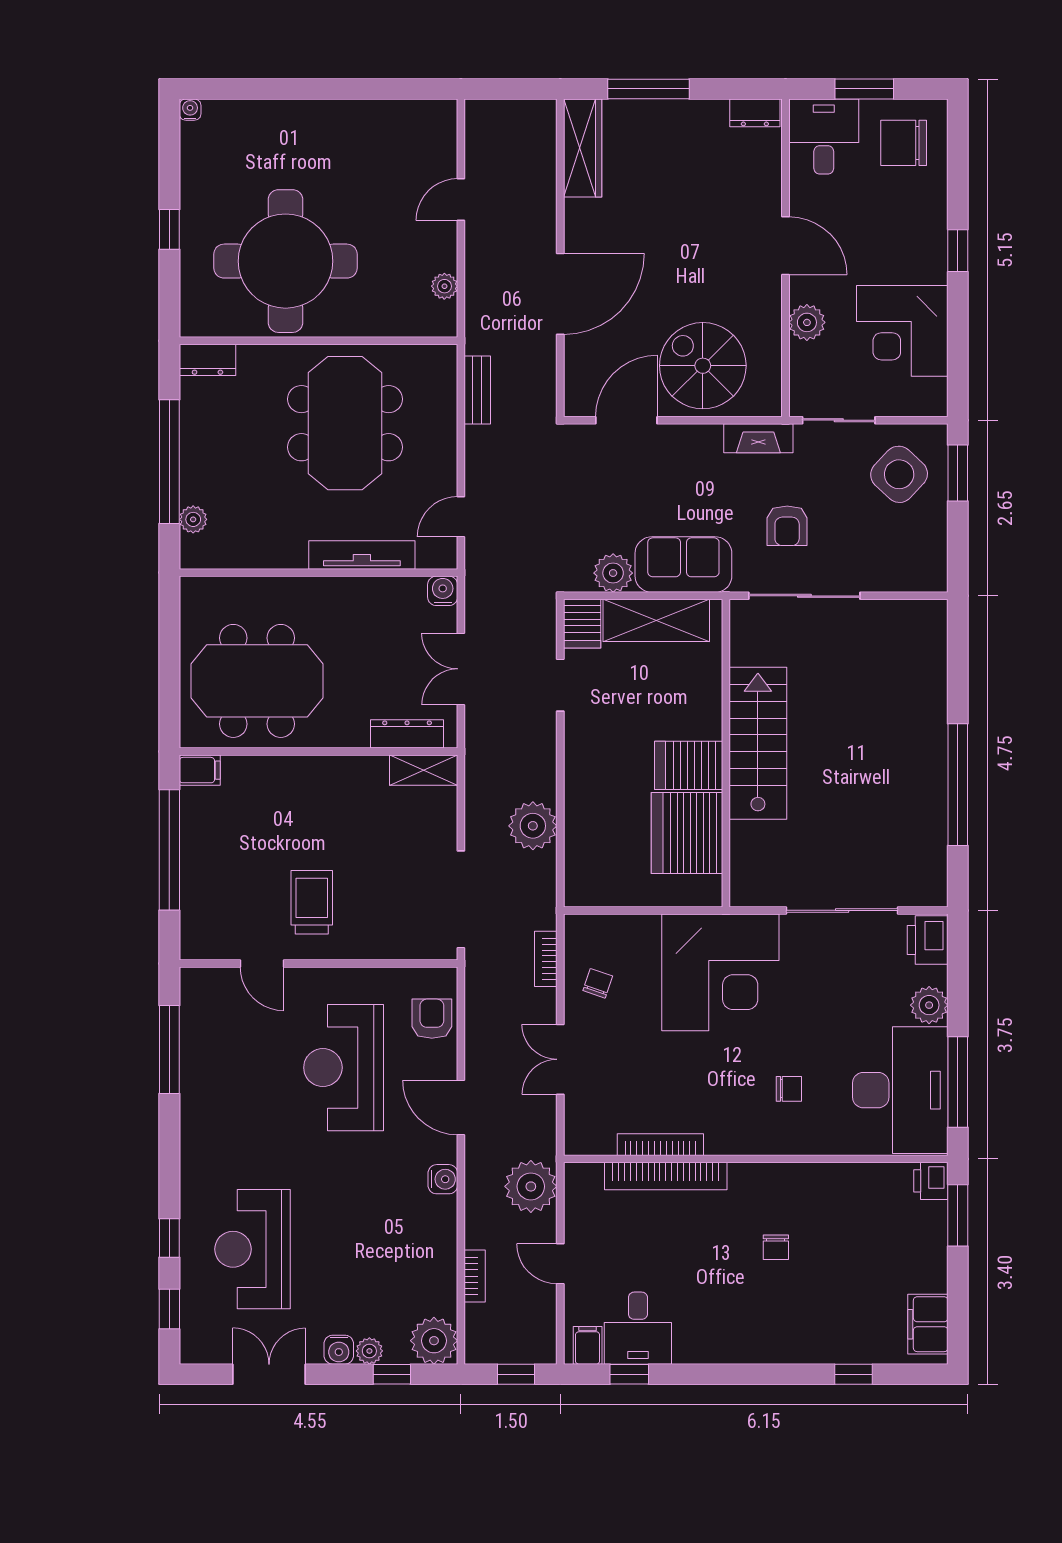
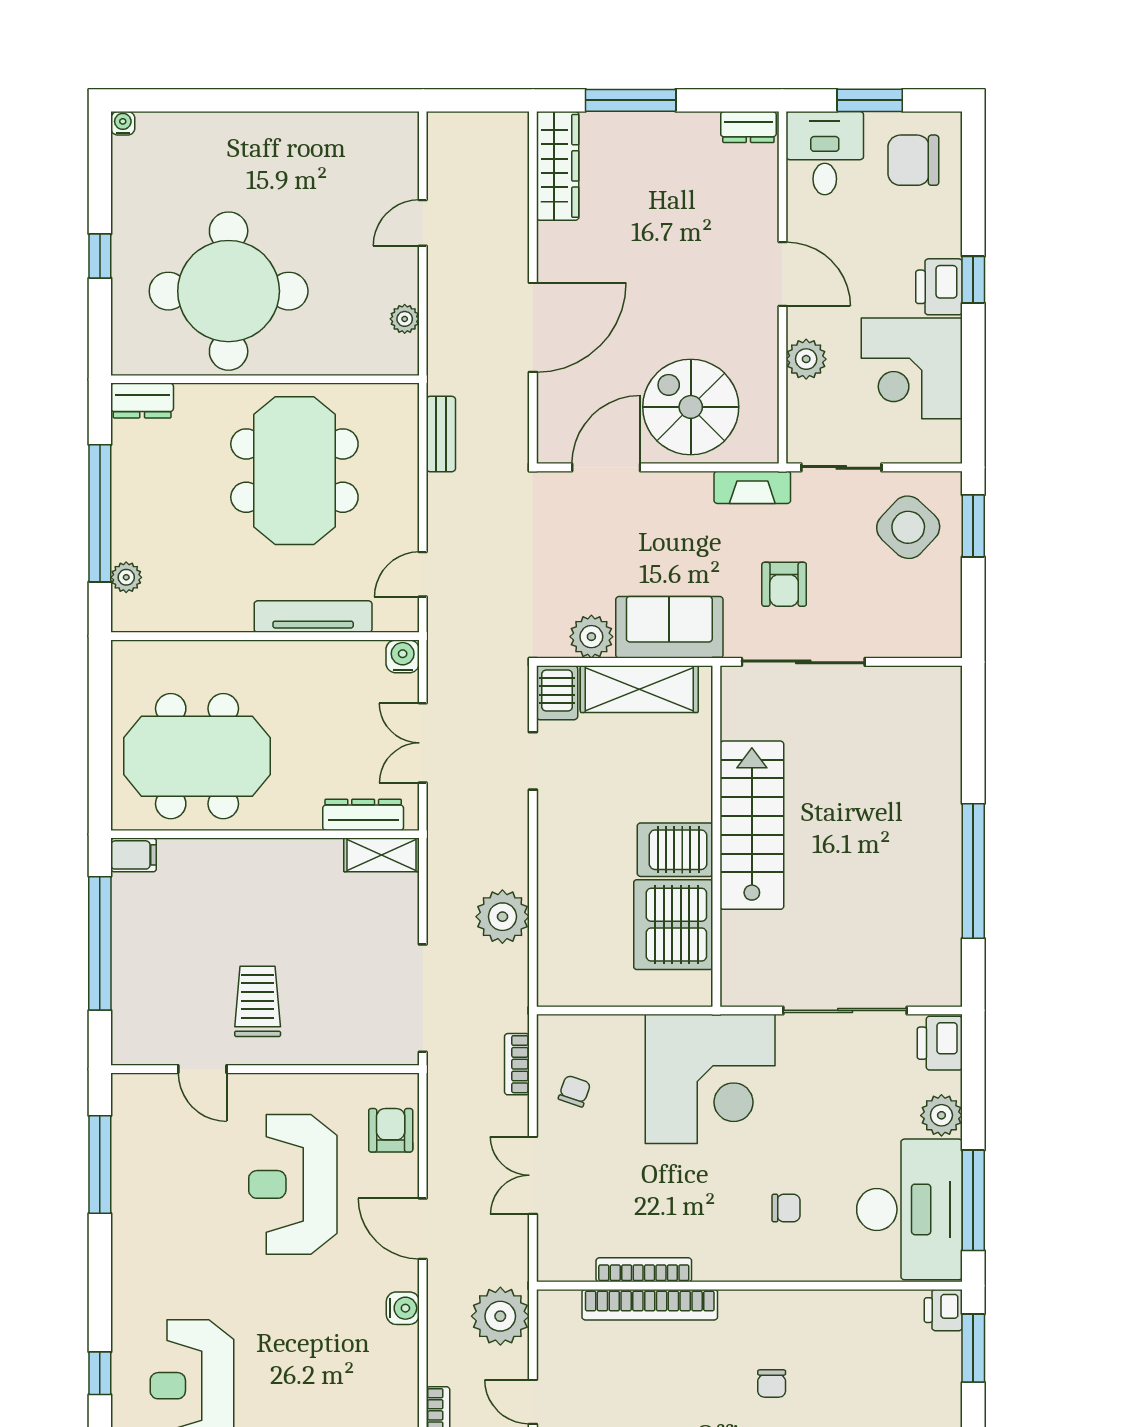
printer: (927, 257) -> (939, 287), added

